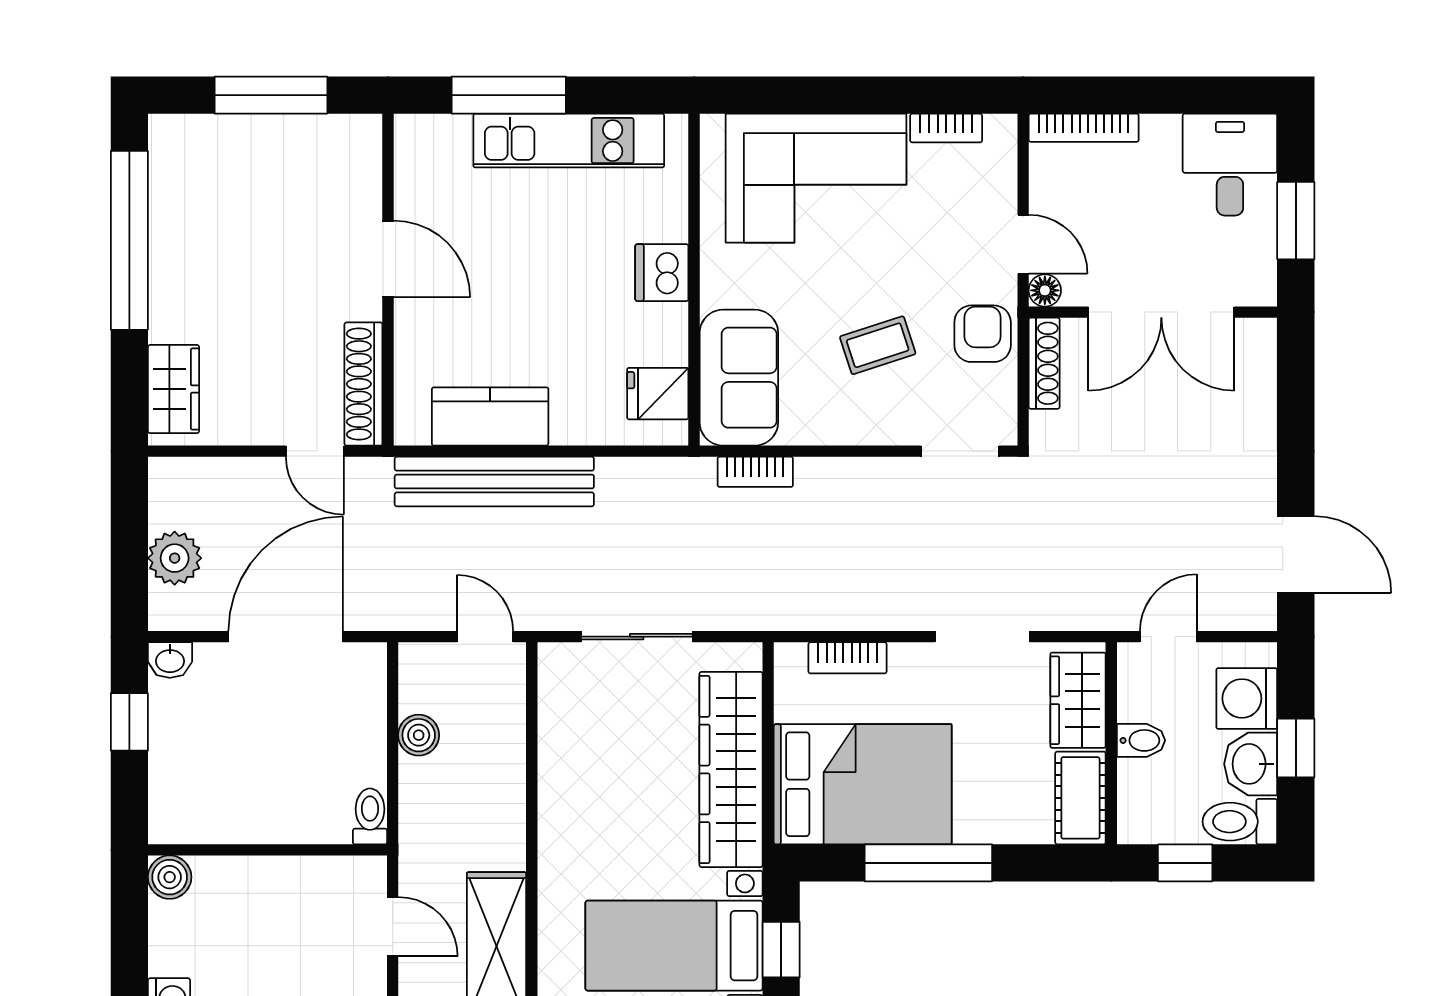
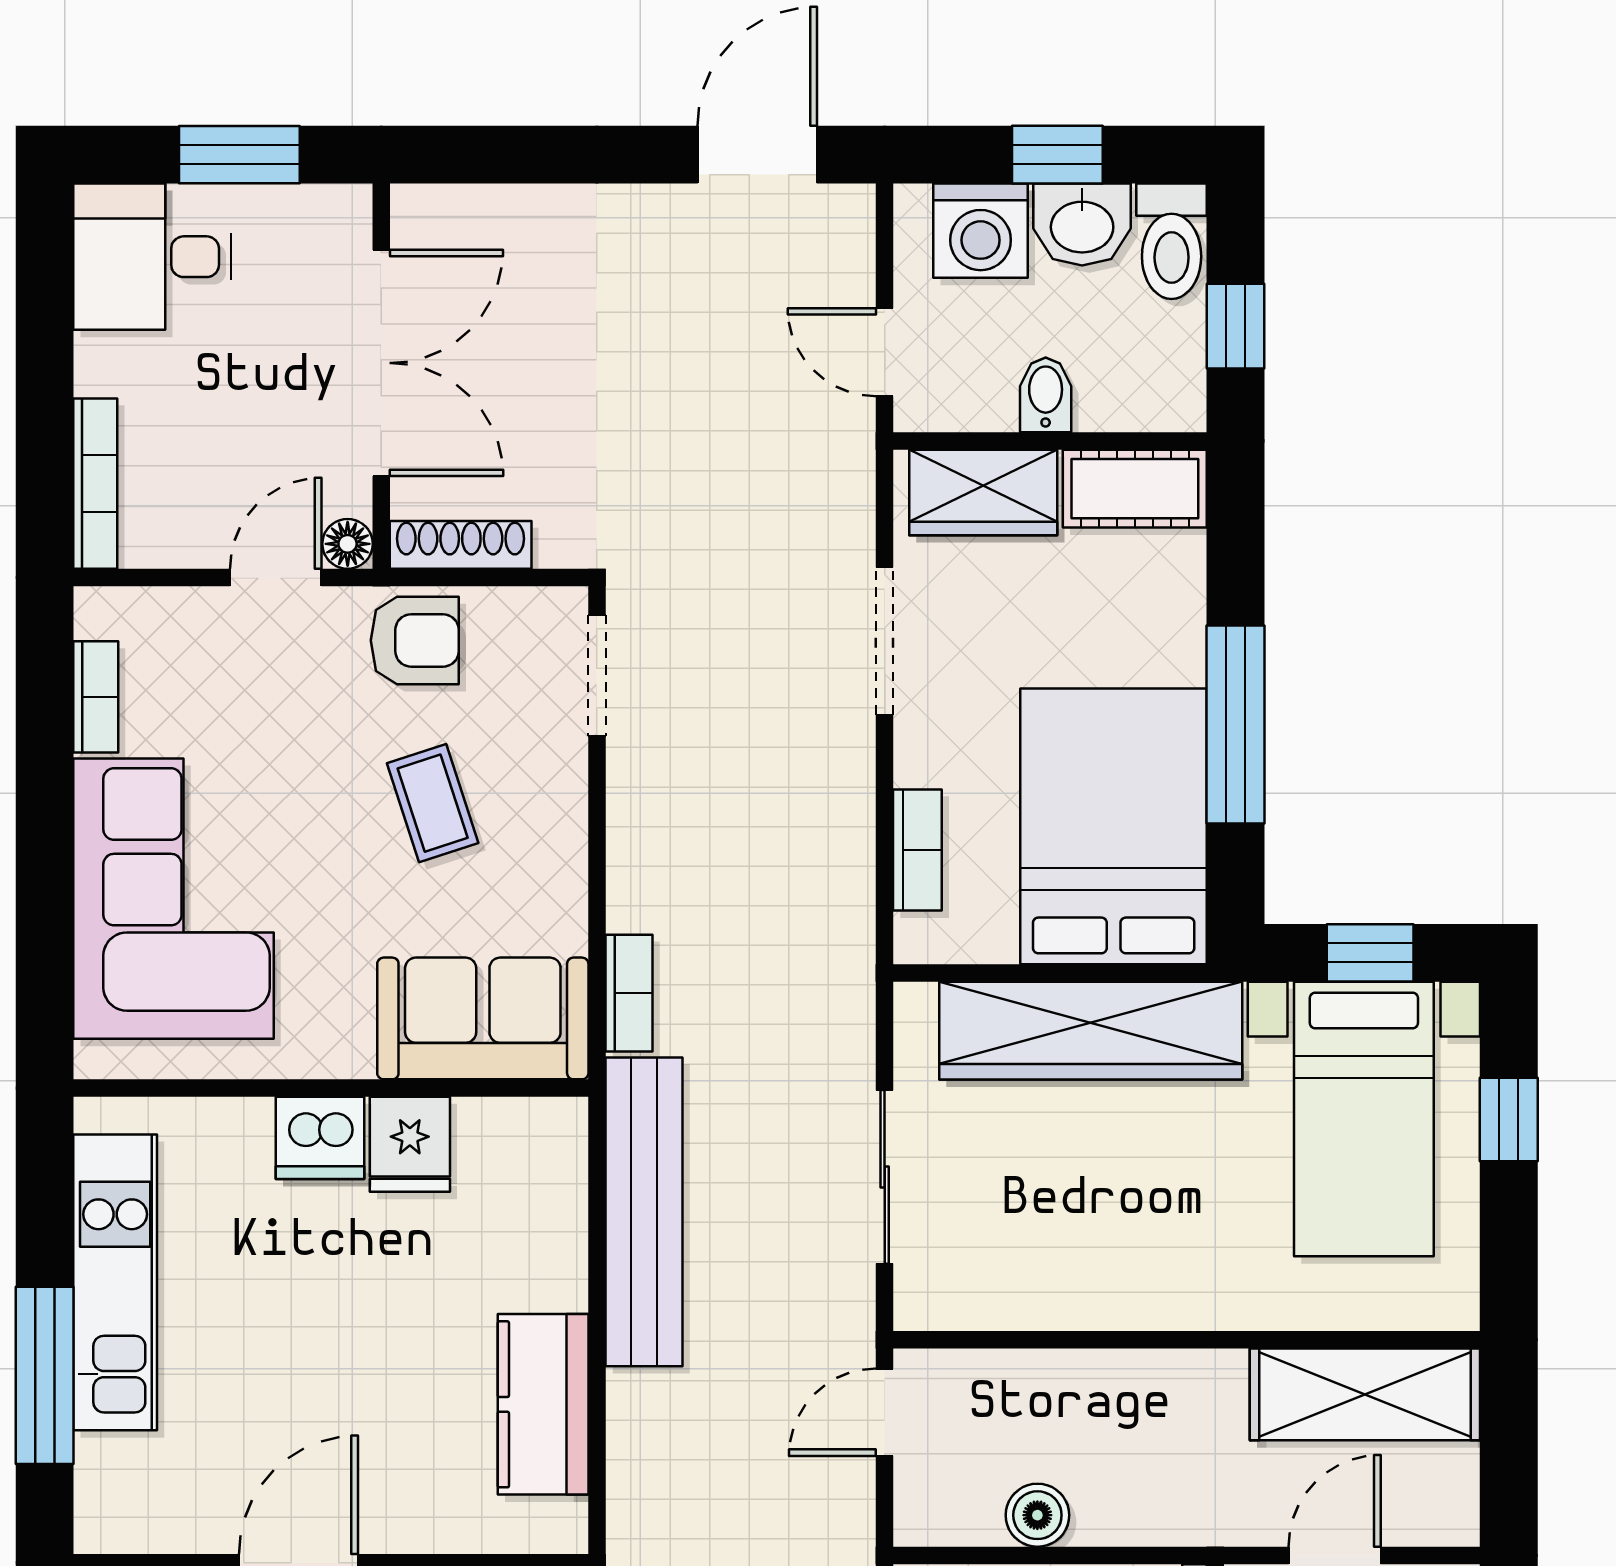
armchair: (983, 334) -> (415, 640), turned 180
fridge: (658, 394) -> (410, 1144), moved
bench: (494, 482) -> (644, 1212), moved

